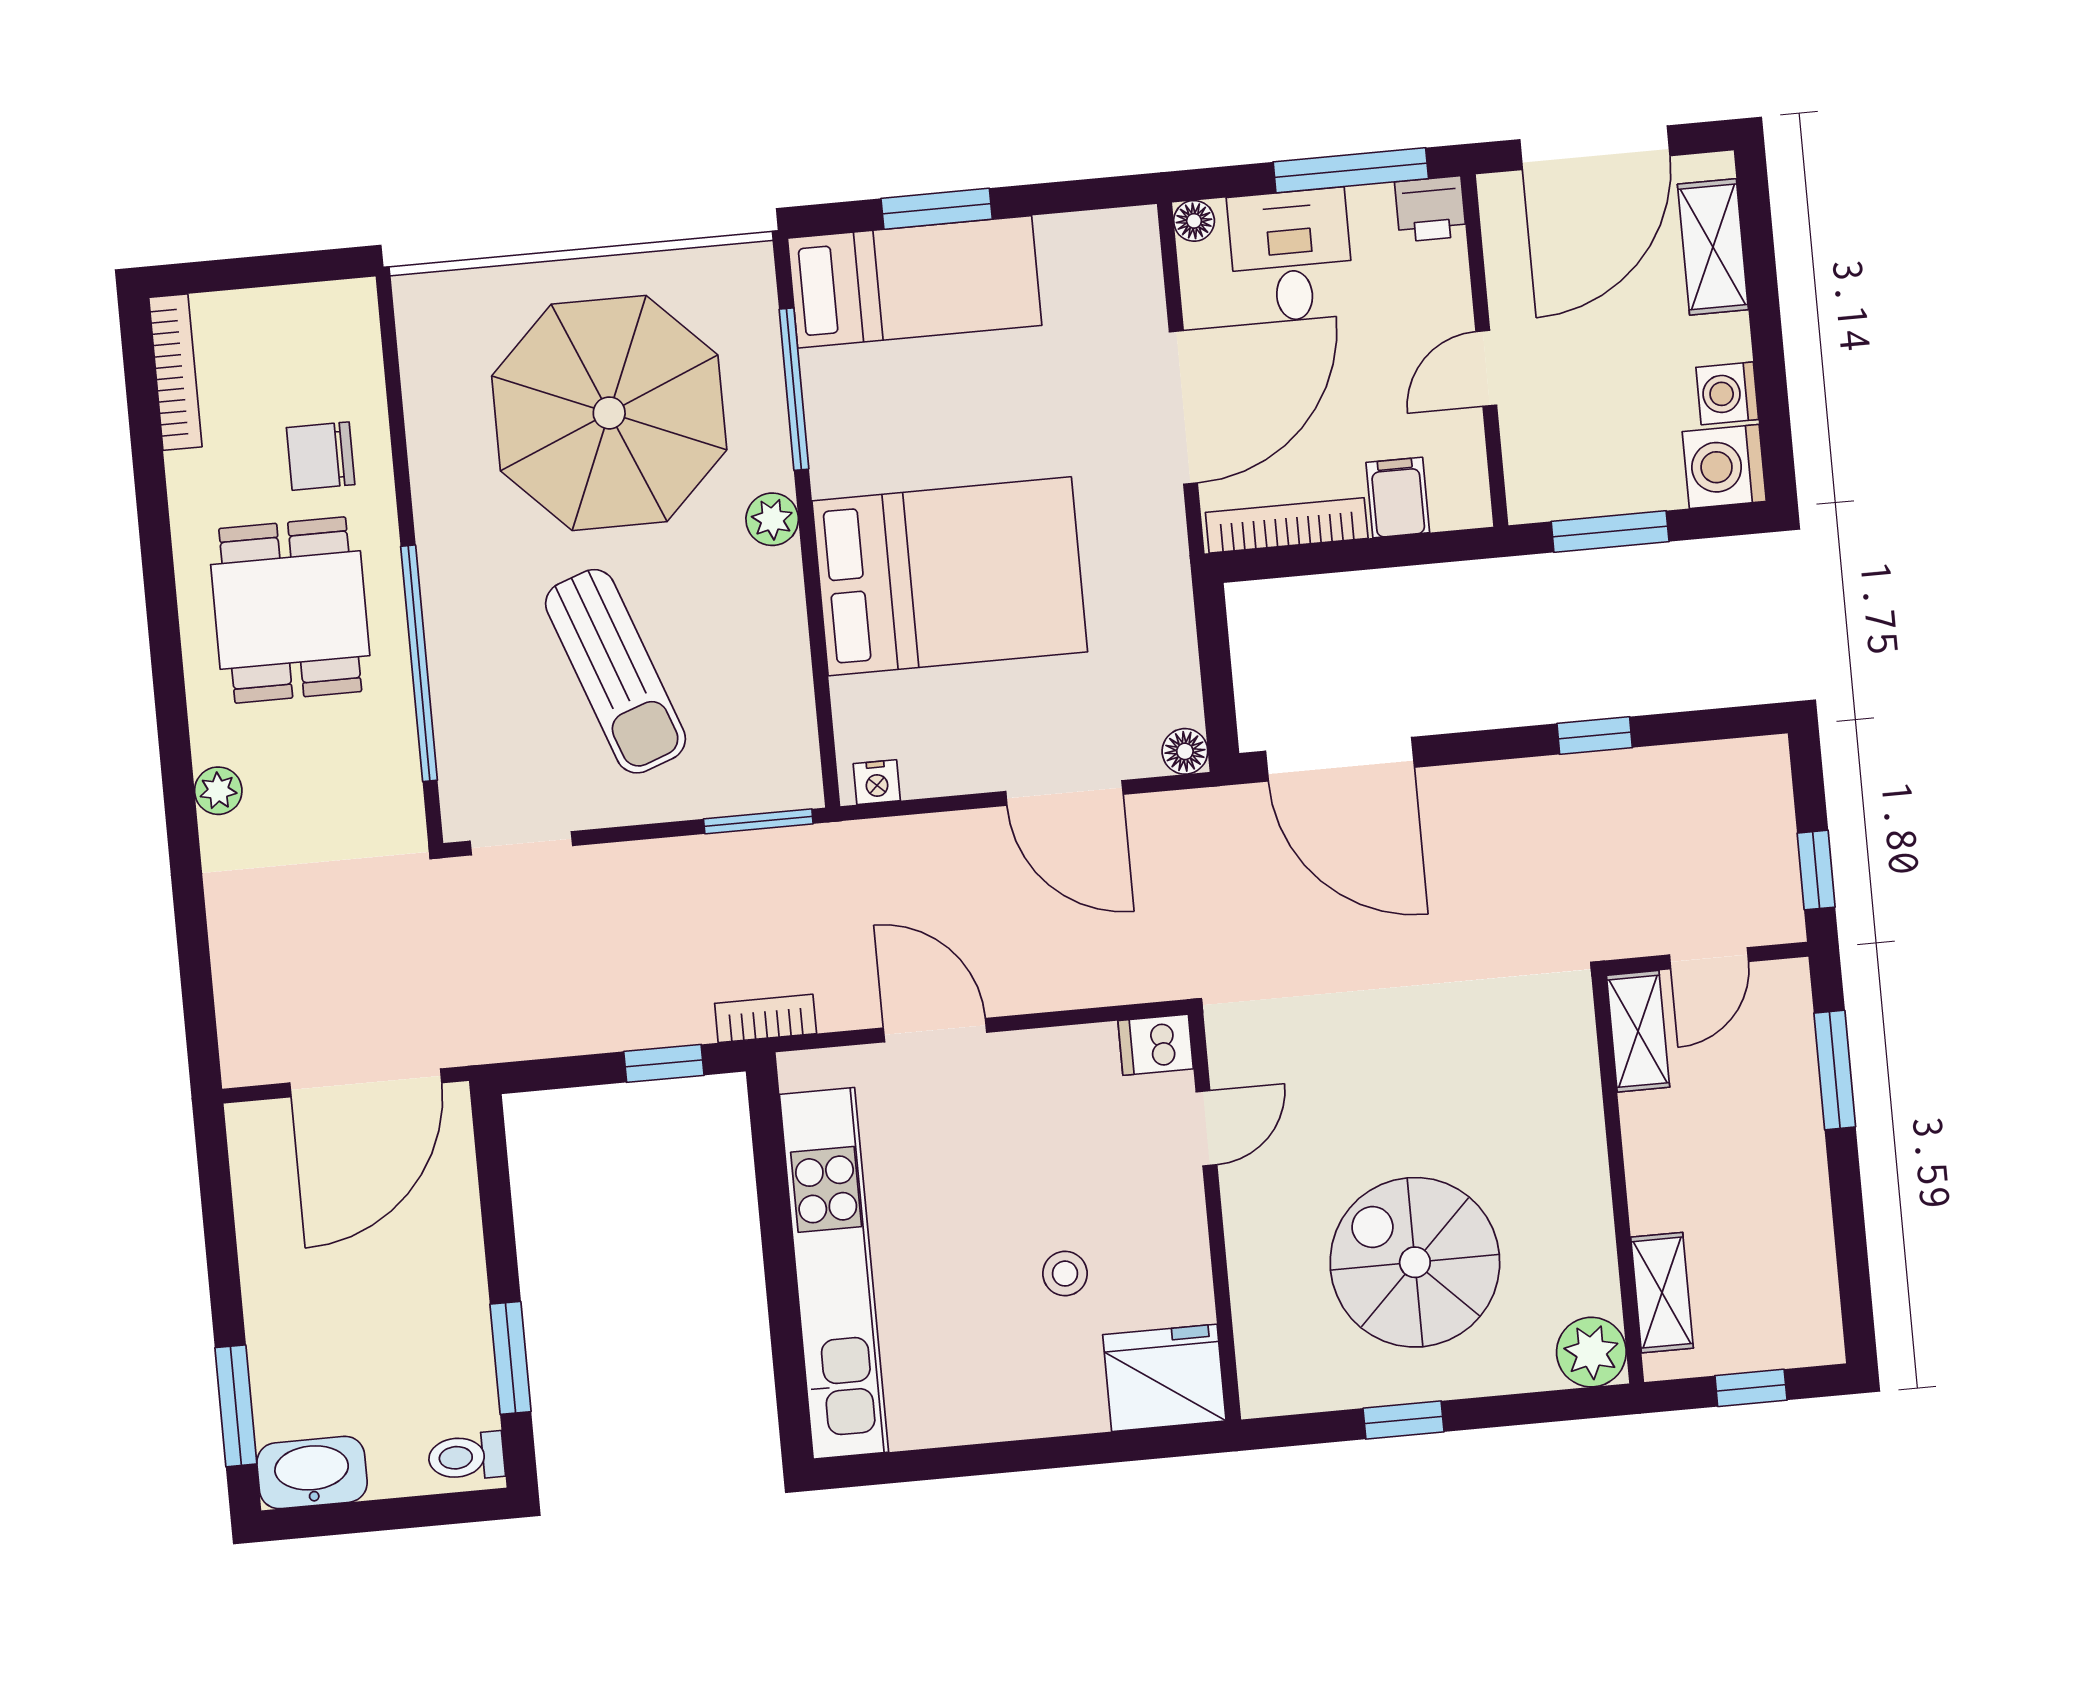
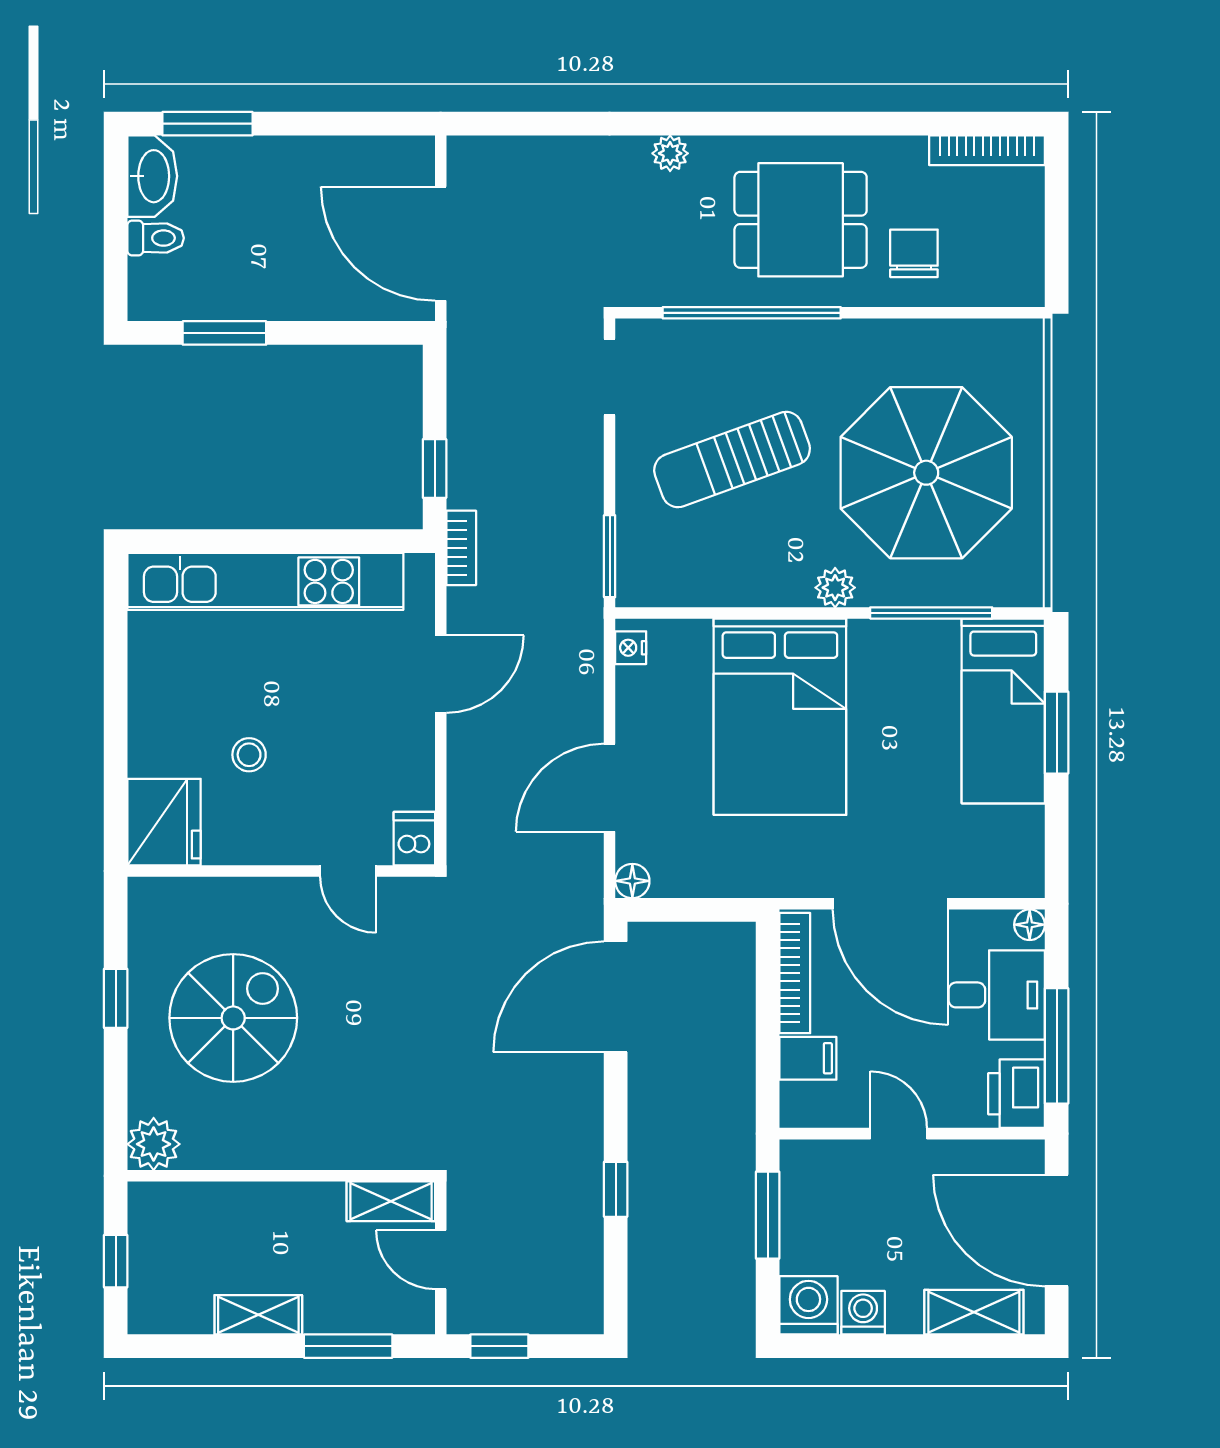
printer: (1430, 209) -> (1017, 1094), width x1.36, depth x1.24
shelving: (1662, 1293) -> (258, 1315), moved
toilet: (466, 1457) -> (156, 238), moved, turned 90

